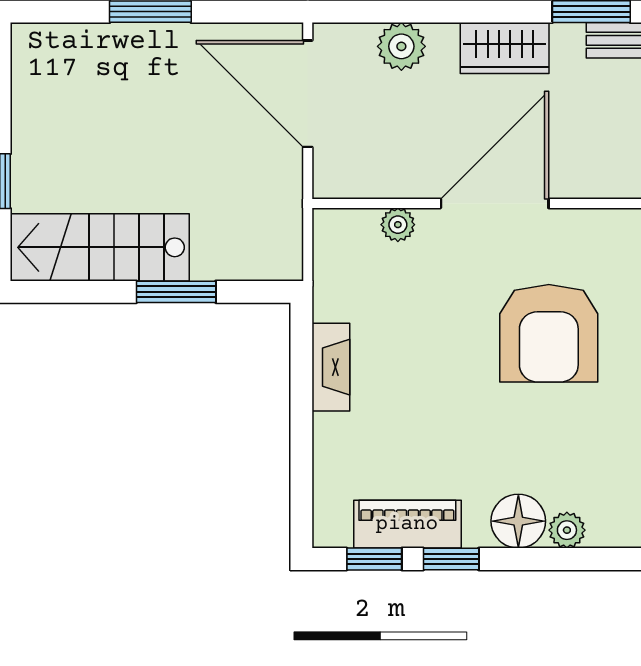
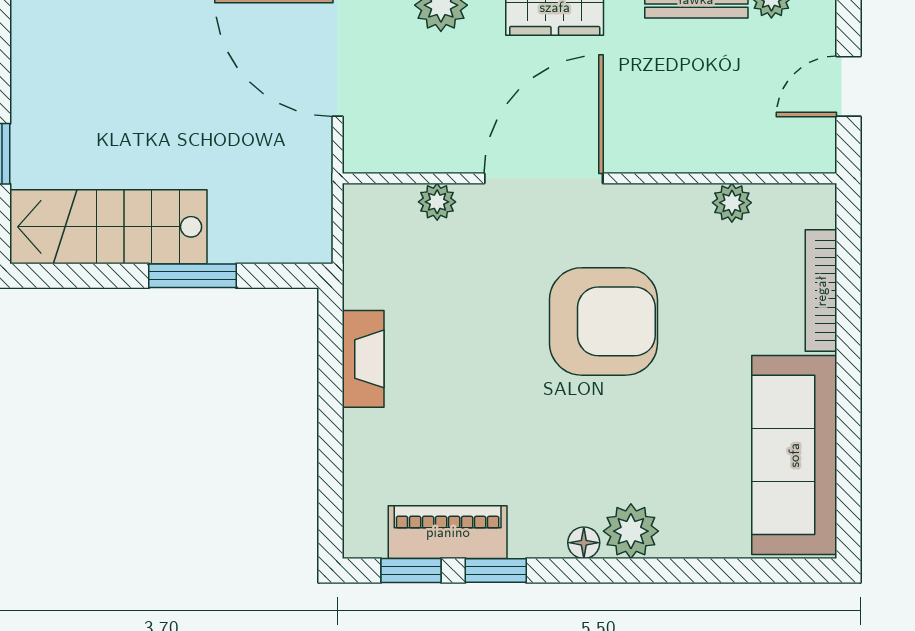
armchair: (549, 333) -> (603, 321), turned -90
floor lamp: (518, 521) -> (584, 543), width x0.53, depth x0.53
plant: (567, 530) -> (631, 531), width x1.38, depth x1.38

